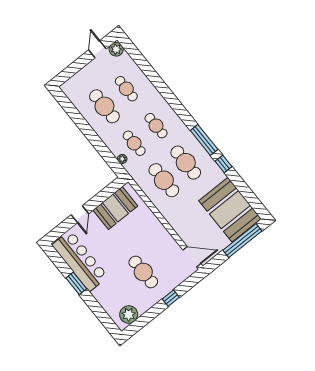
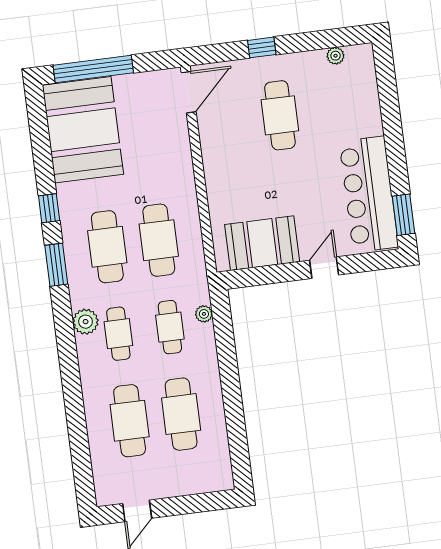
plant: (116, 49) -> (86, 322), moved
cafe table: (126, 89) -> (130, 421), width x1.37, depth x1.35
window: (204, 140) -> (56, 265), width x0.69
door: (192, 257) -> (189, 92), swing flipped
window: (76, 283) -> (403, 215), moved
plant: (129, 315) -> (336, 56), width x0.53, depth x0.53

